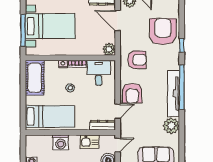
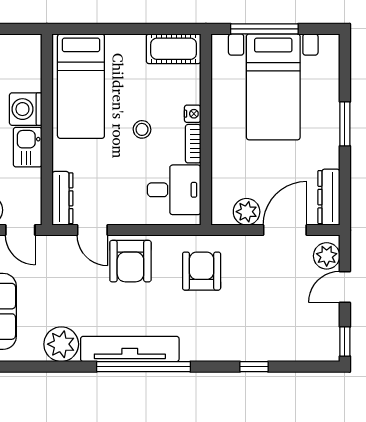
armchair: (163, 32) -> (262, 326), removed
window: (182, 45) -> (254, 367), moved
plant: (109, 49) -> (247, 212), moved
armchair: (137, 60) -> (202, 271), turned 180
cot: (35, 78) -> (174, 49), width x0.73, depth x0.75
armchair: (132, 93) -> (130, 261), turned -90
kitchen sink: (90, 142) -> (28, 147), moved

